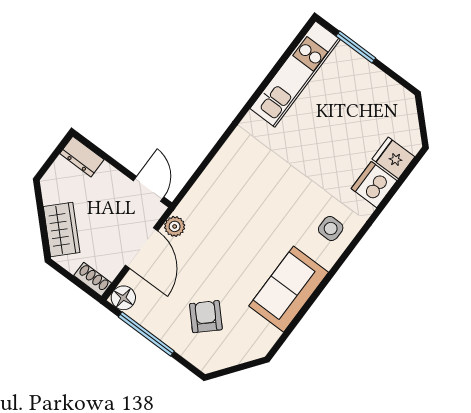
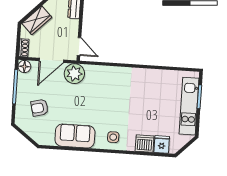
kitchen unit: (295, 74) -> (189, 106), moved, turned 90
door: (149, 189) -> (79, 47), hinge flipped
plant: (175, 226) -> (74, 74), width x1.88, depth x1.88
armchair: (206, 317) -> (40, 108), turned -151

